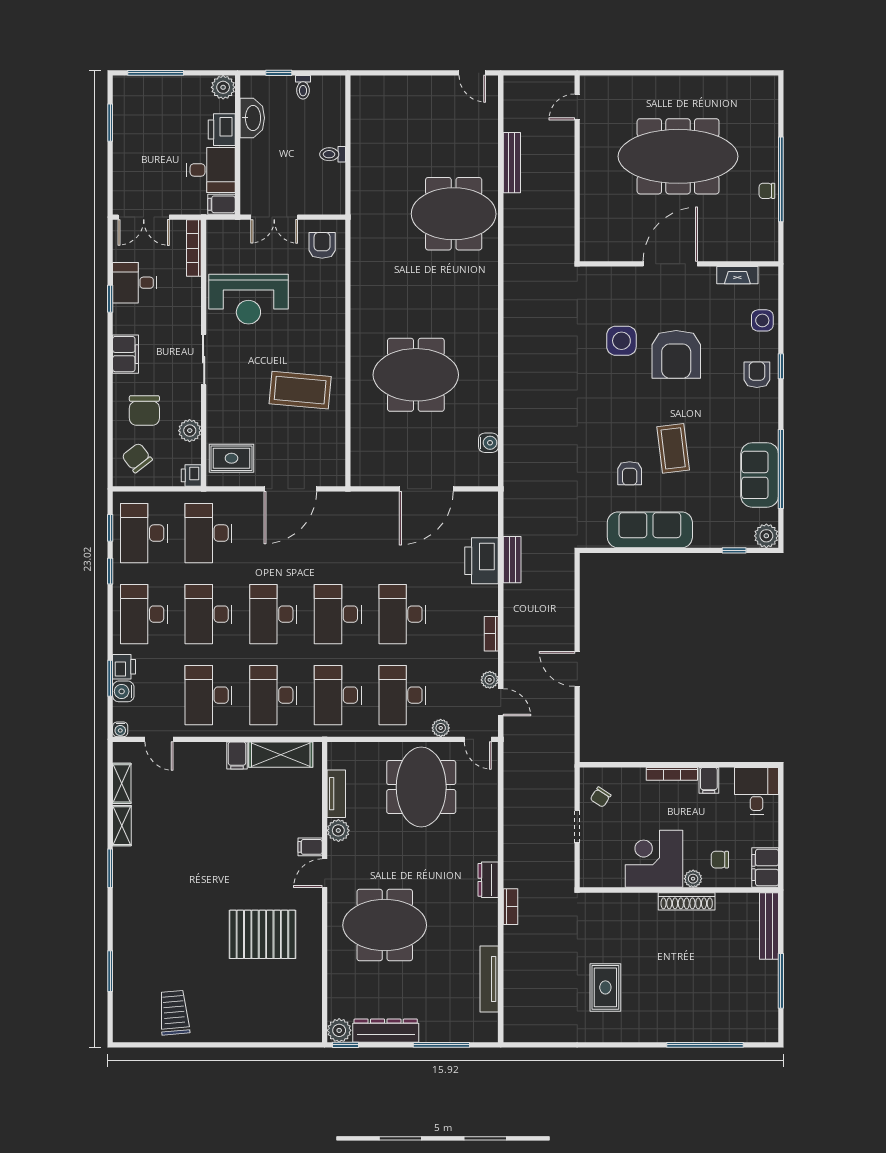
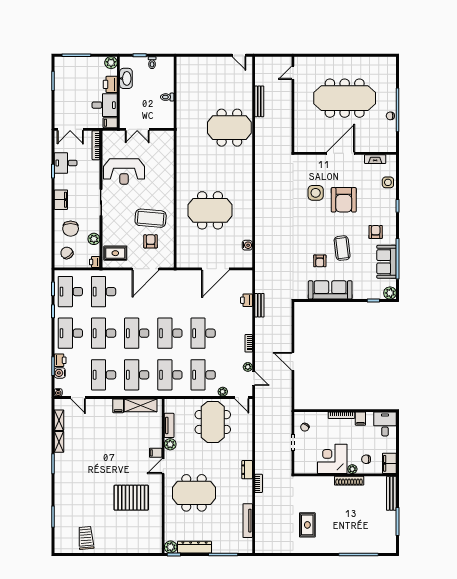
armchair: (322, 245) -> (151, 241), moved
armchair: (757, 375) -> (376, 232), moved
printer: (482, 561) -> (247, 300), width x0.53, depth x0.68

